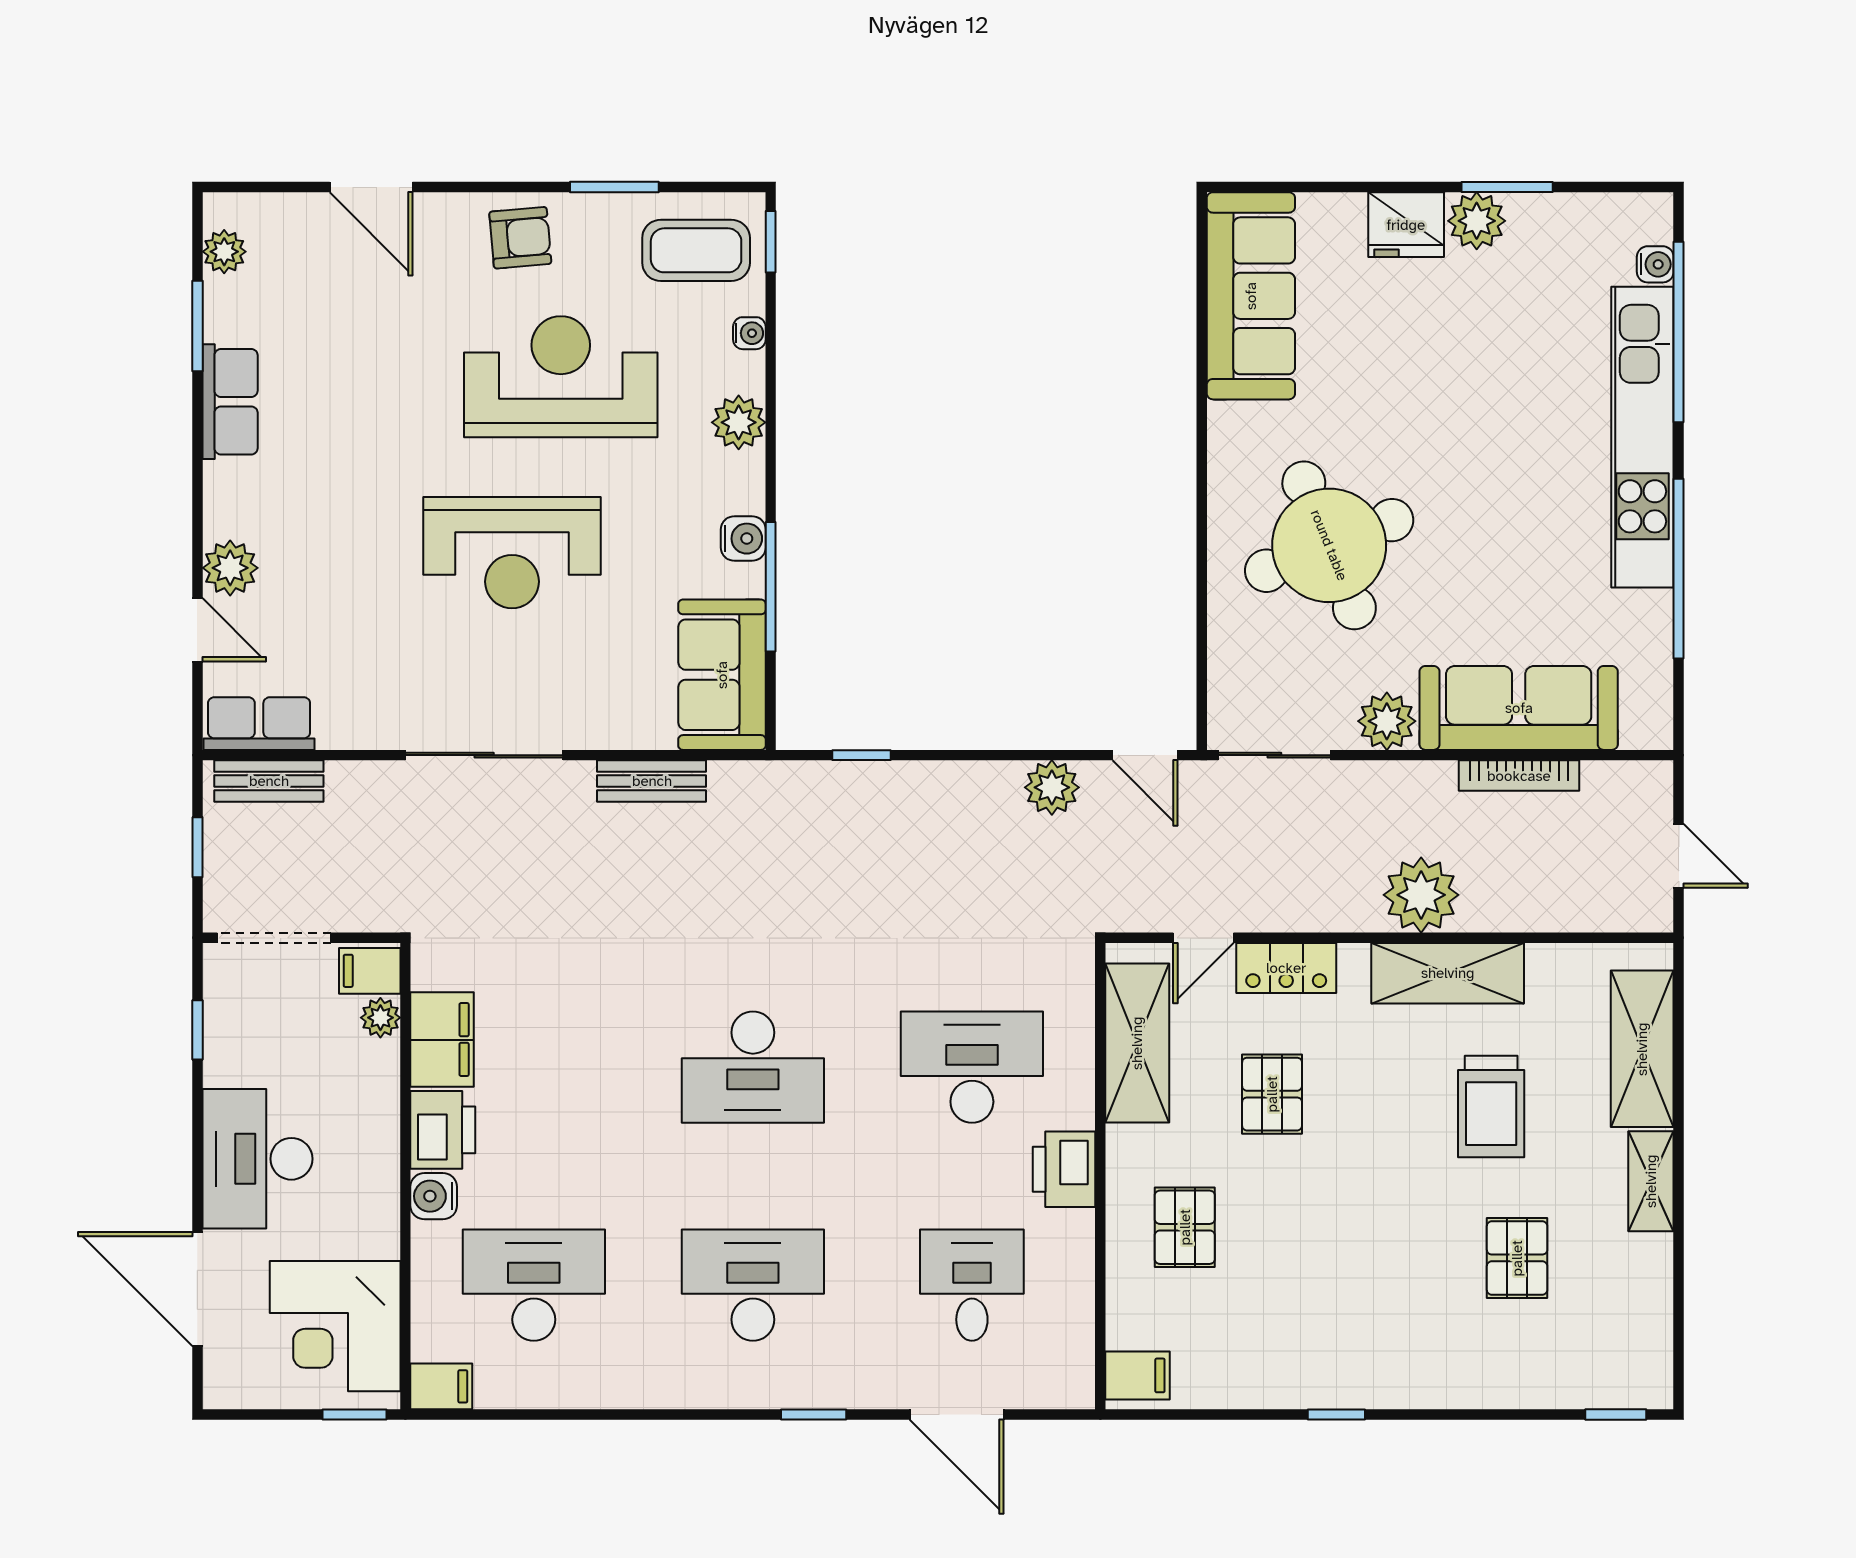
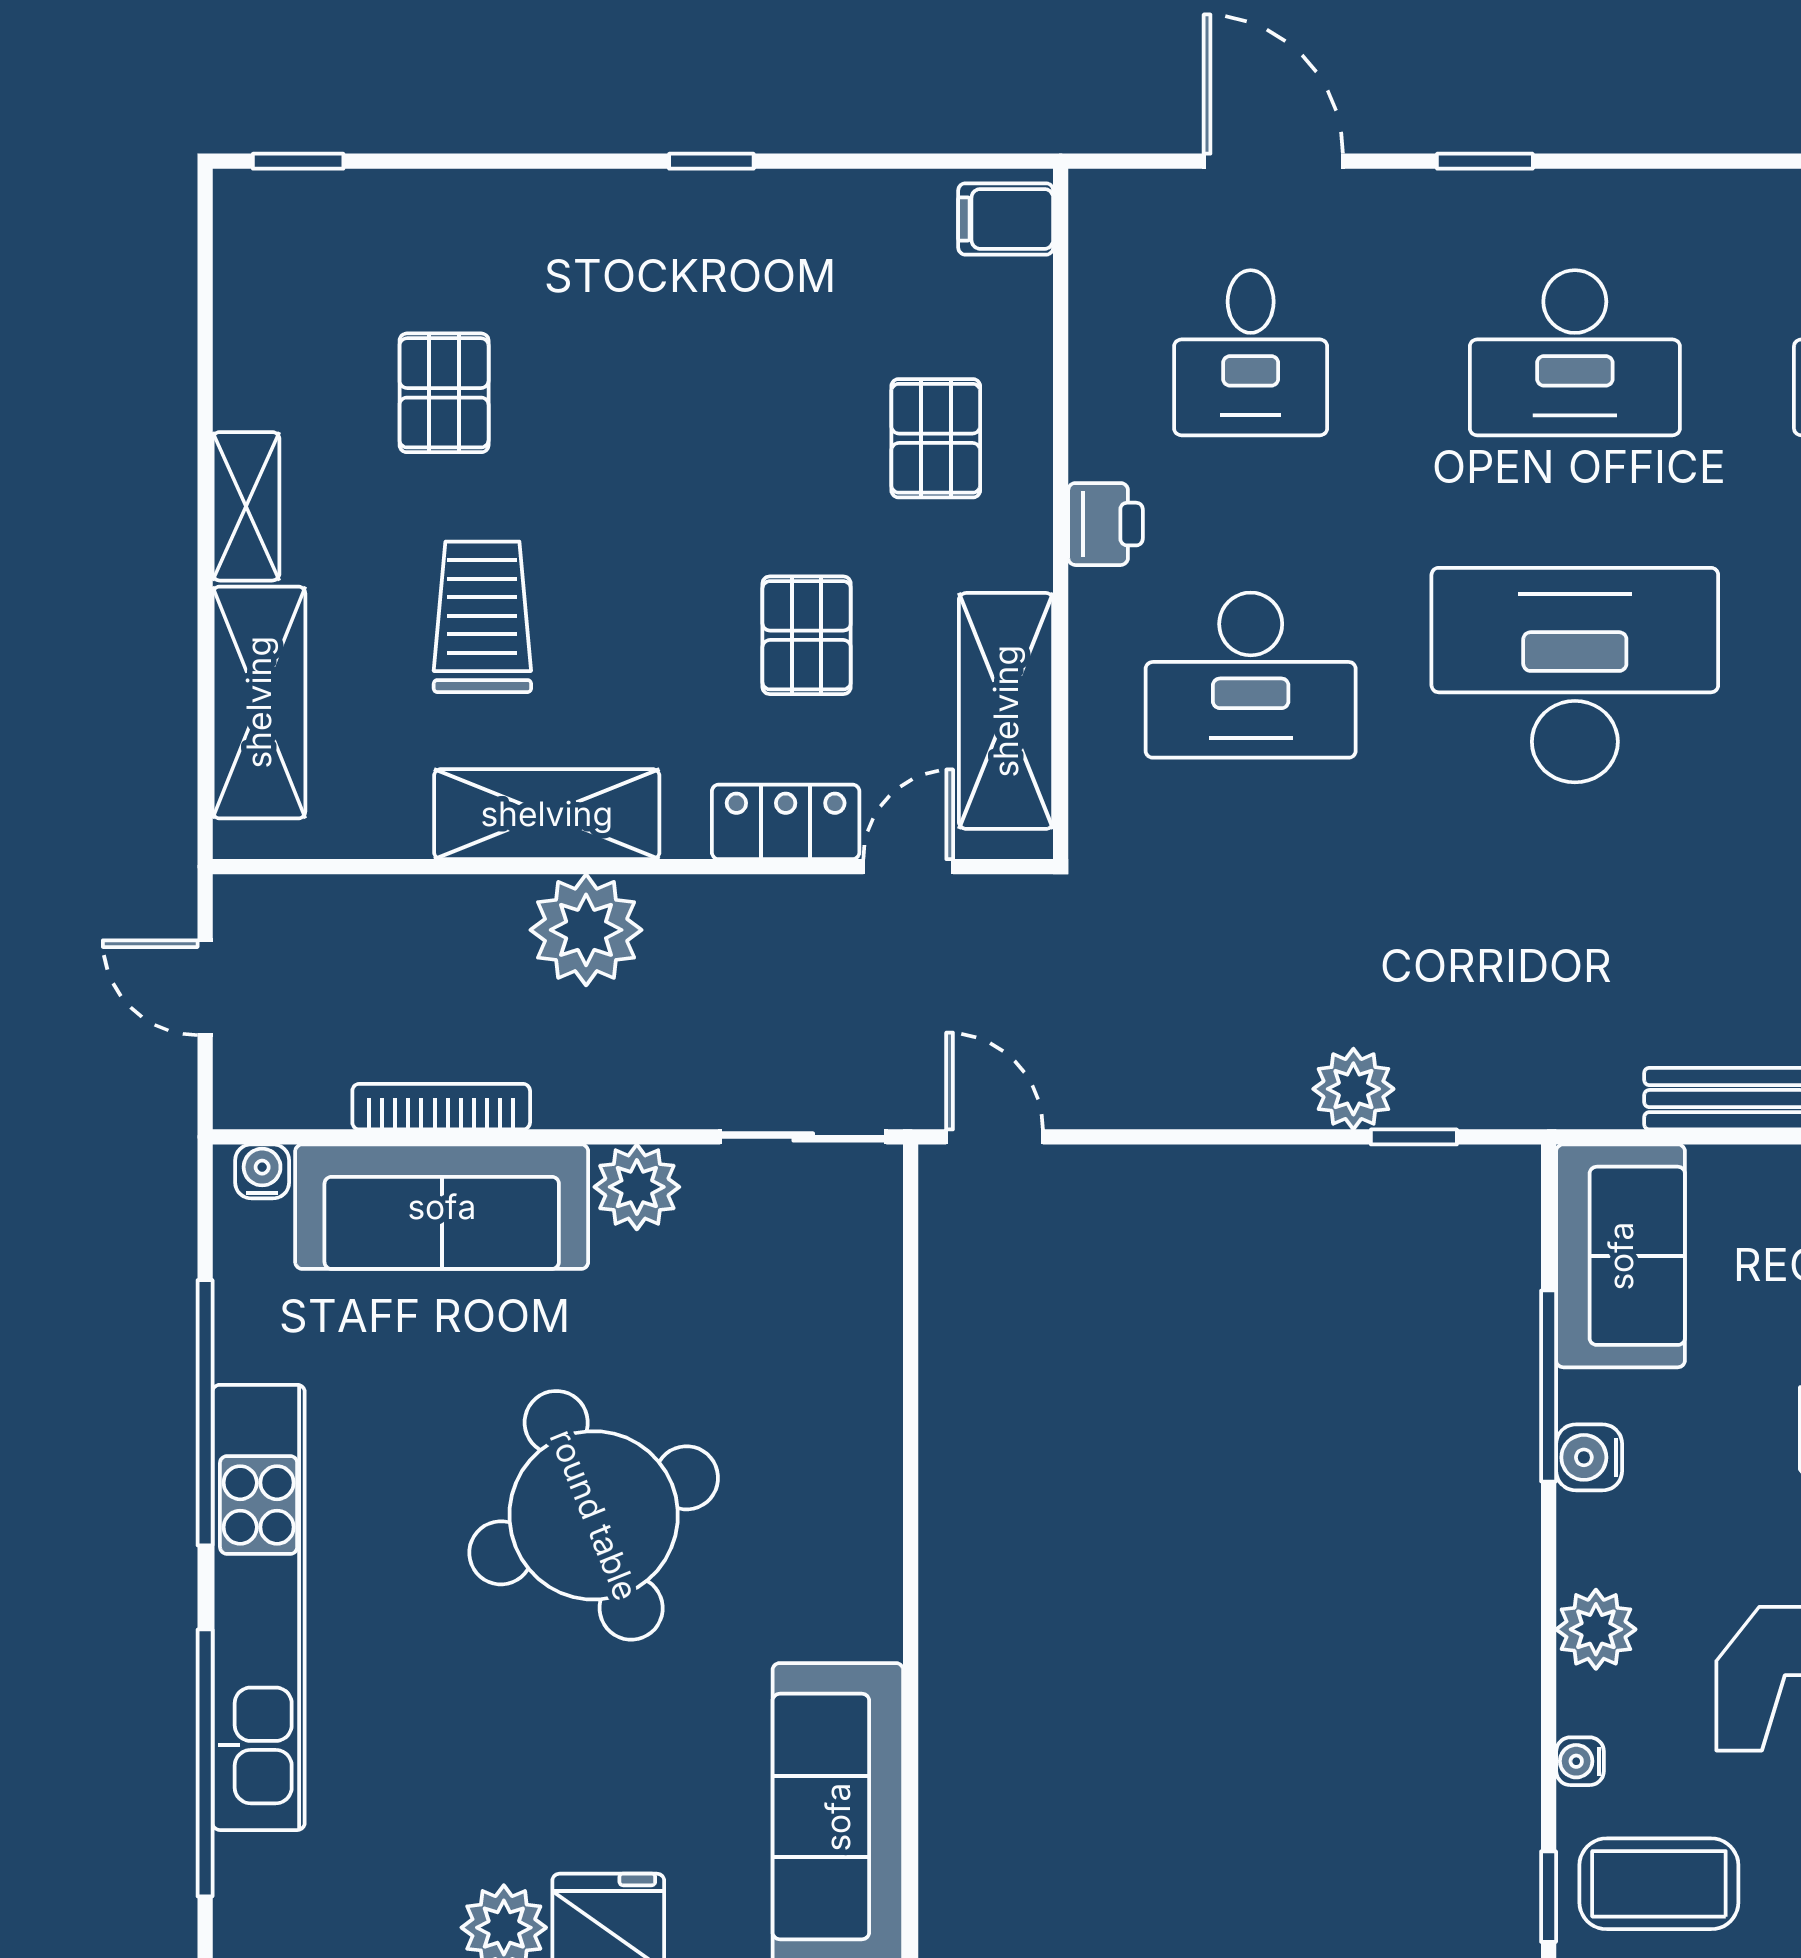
water cooler: (1655, 264) -> (262, 1171), moved, turned 90
round table: (1329, 545) -> (594, 1515), moved
plant: (1052, 787) -> (1353, 1089), moved
desk: (753, 1067) -> (1575, 675), width x1.36, depth x1.30
printer: (1064, 1169) -> (1105, 524), width x0.73, depth x0.81

